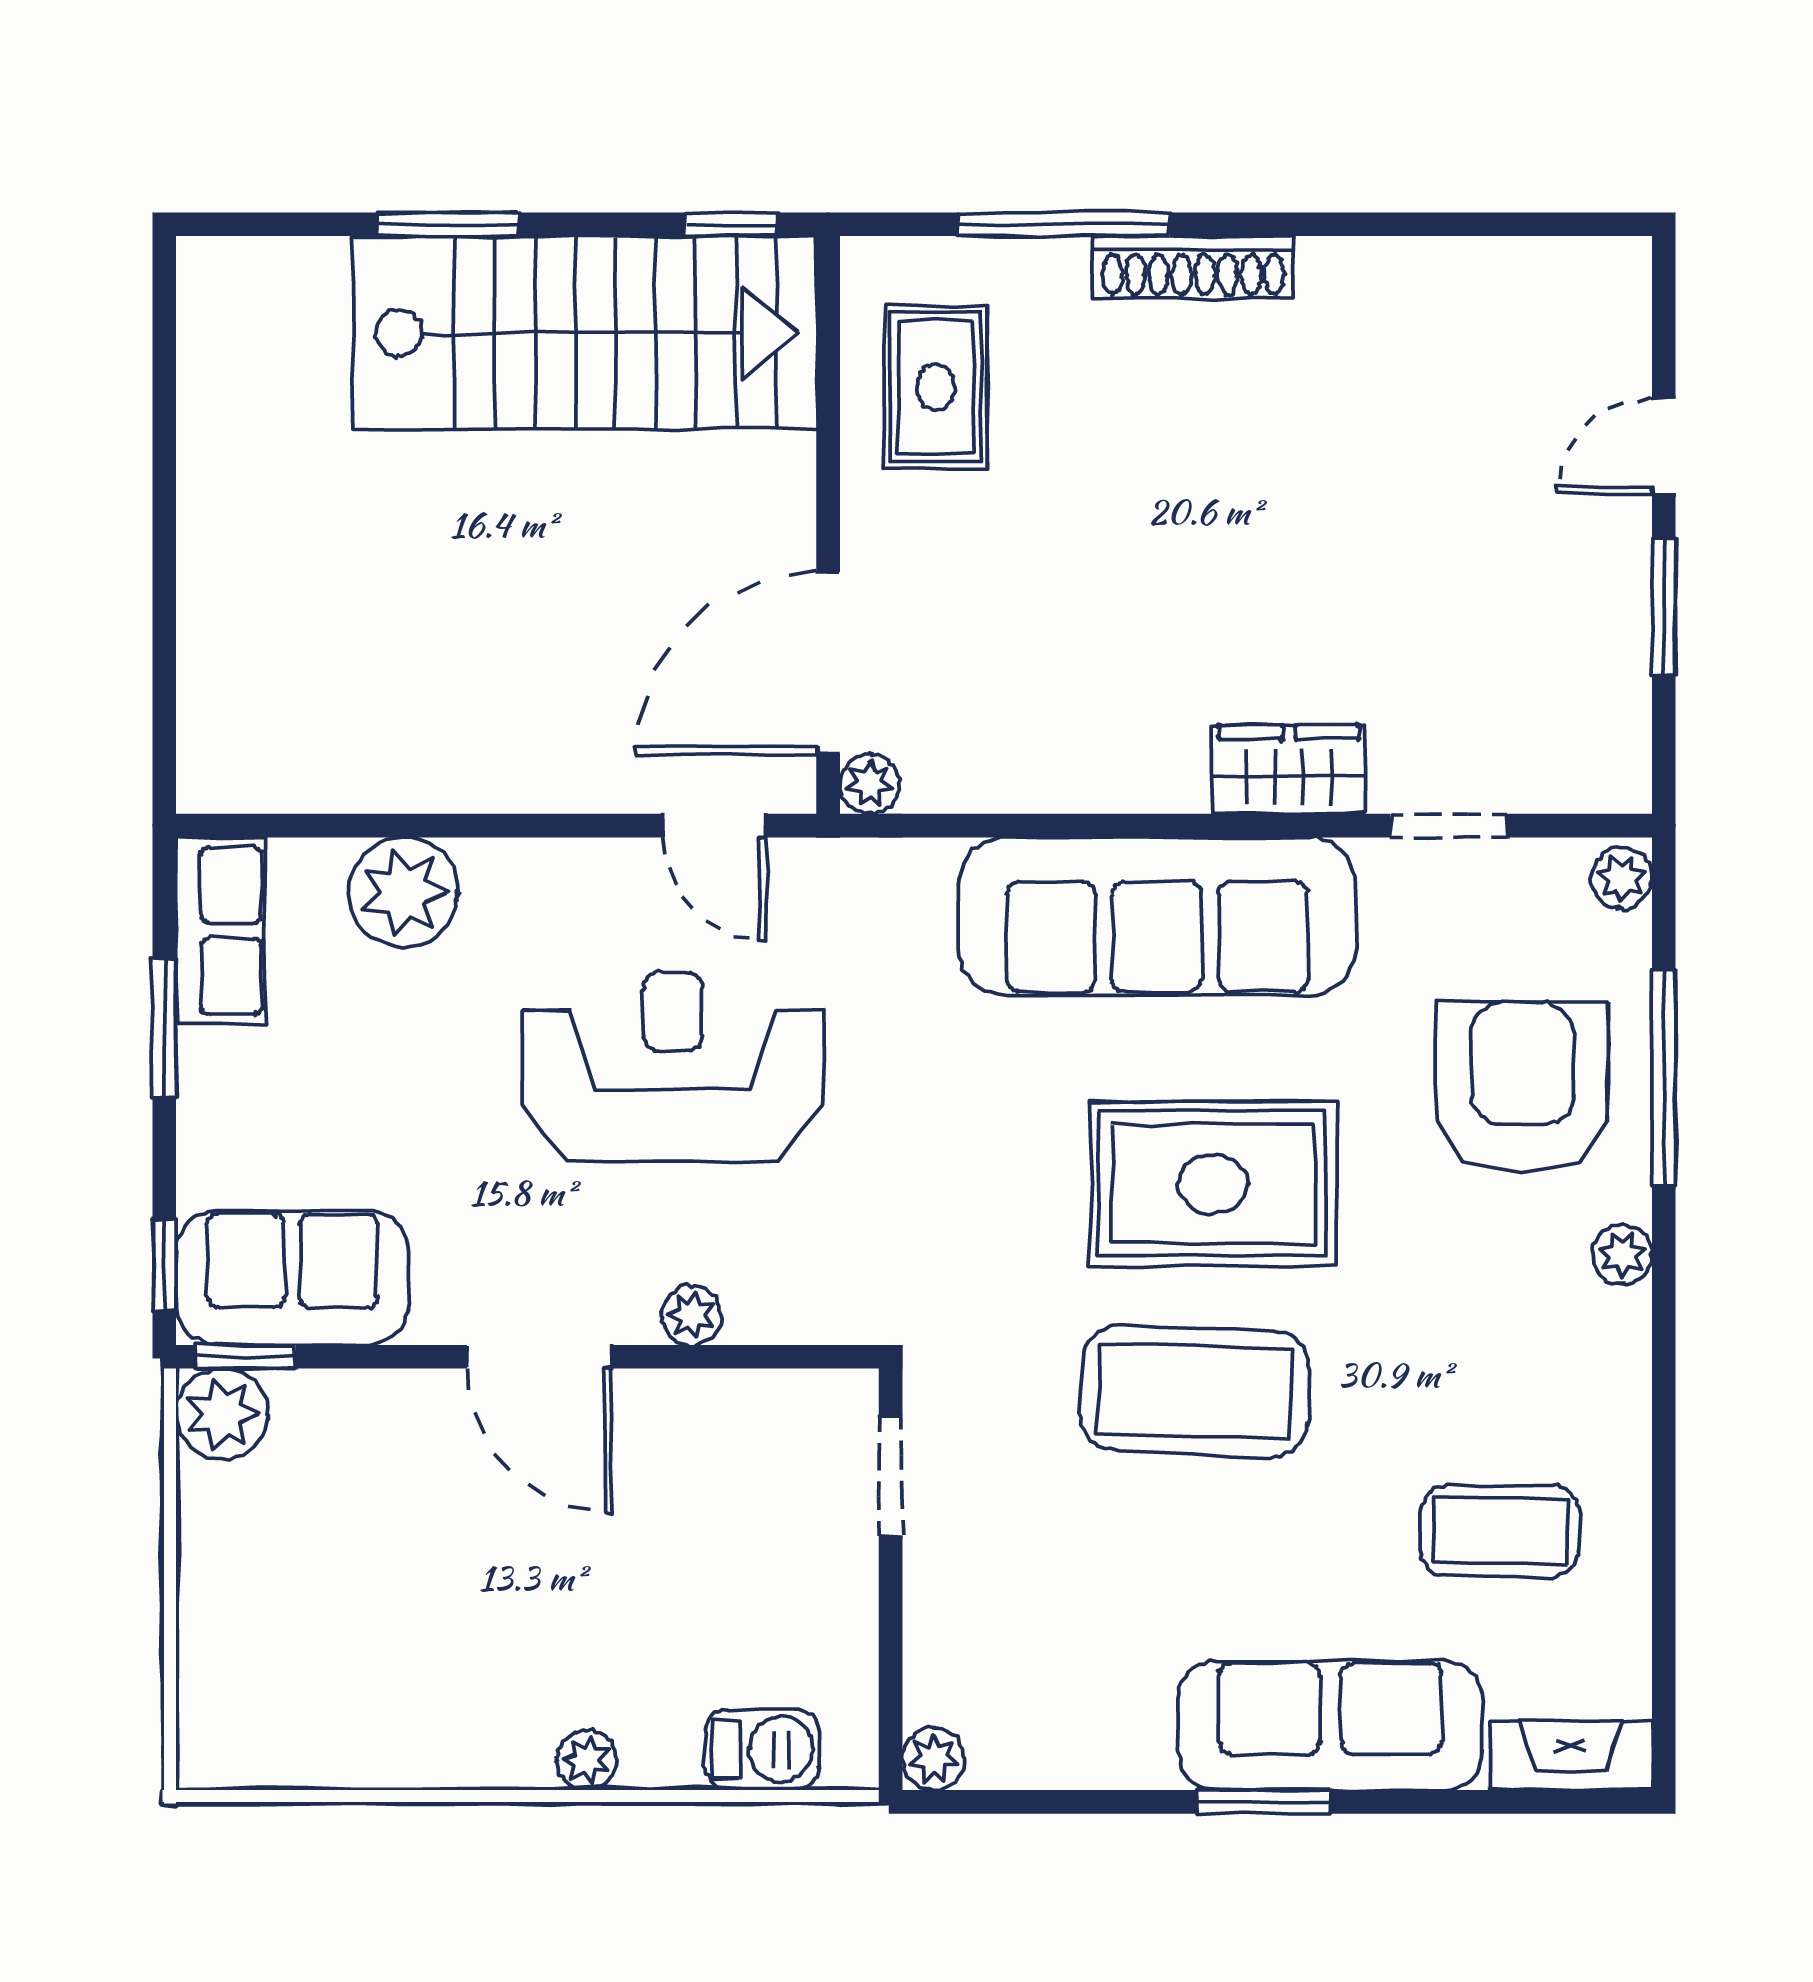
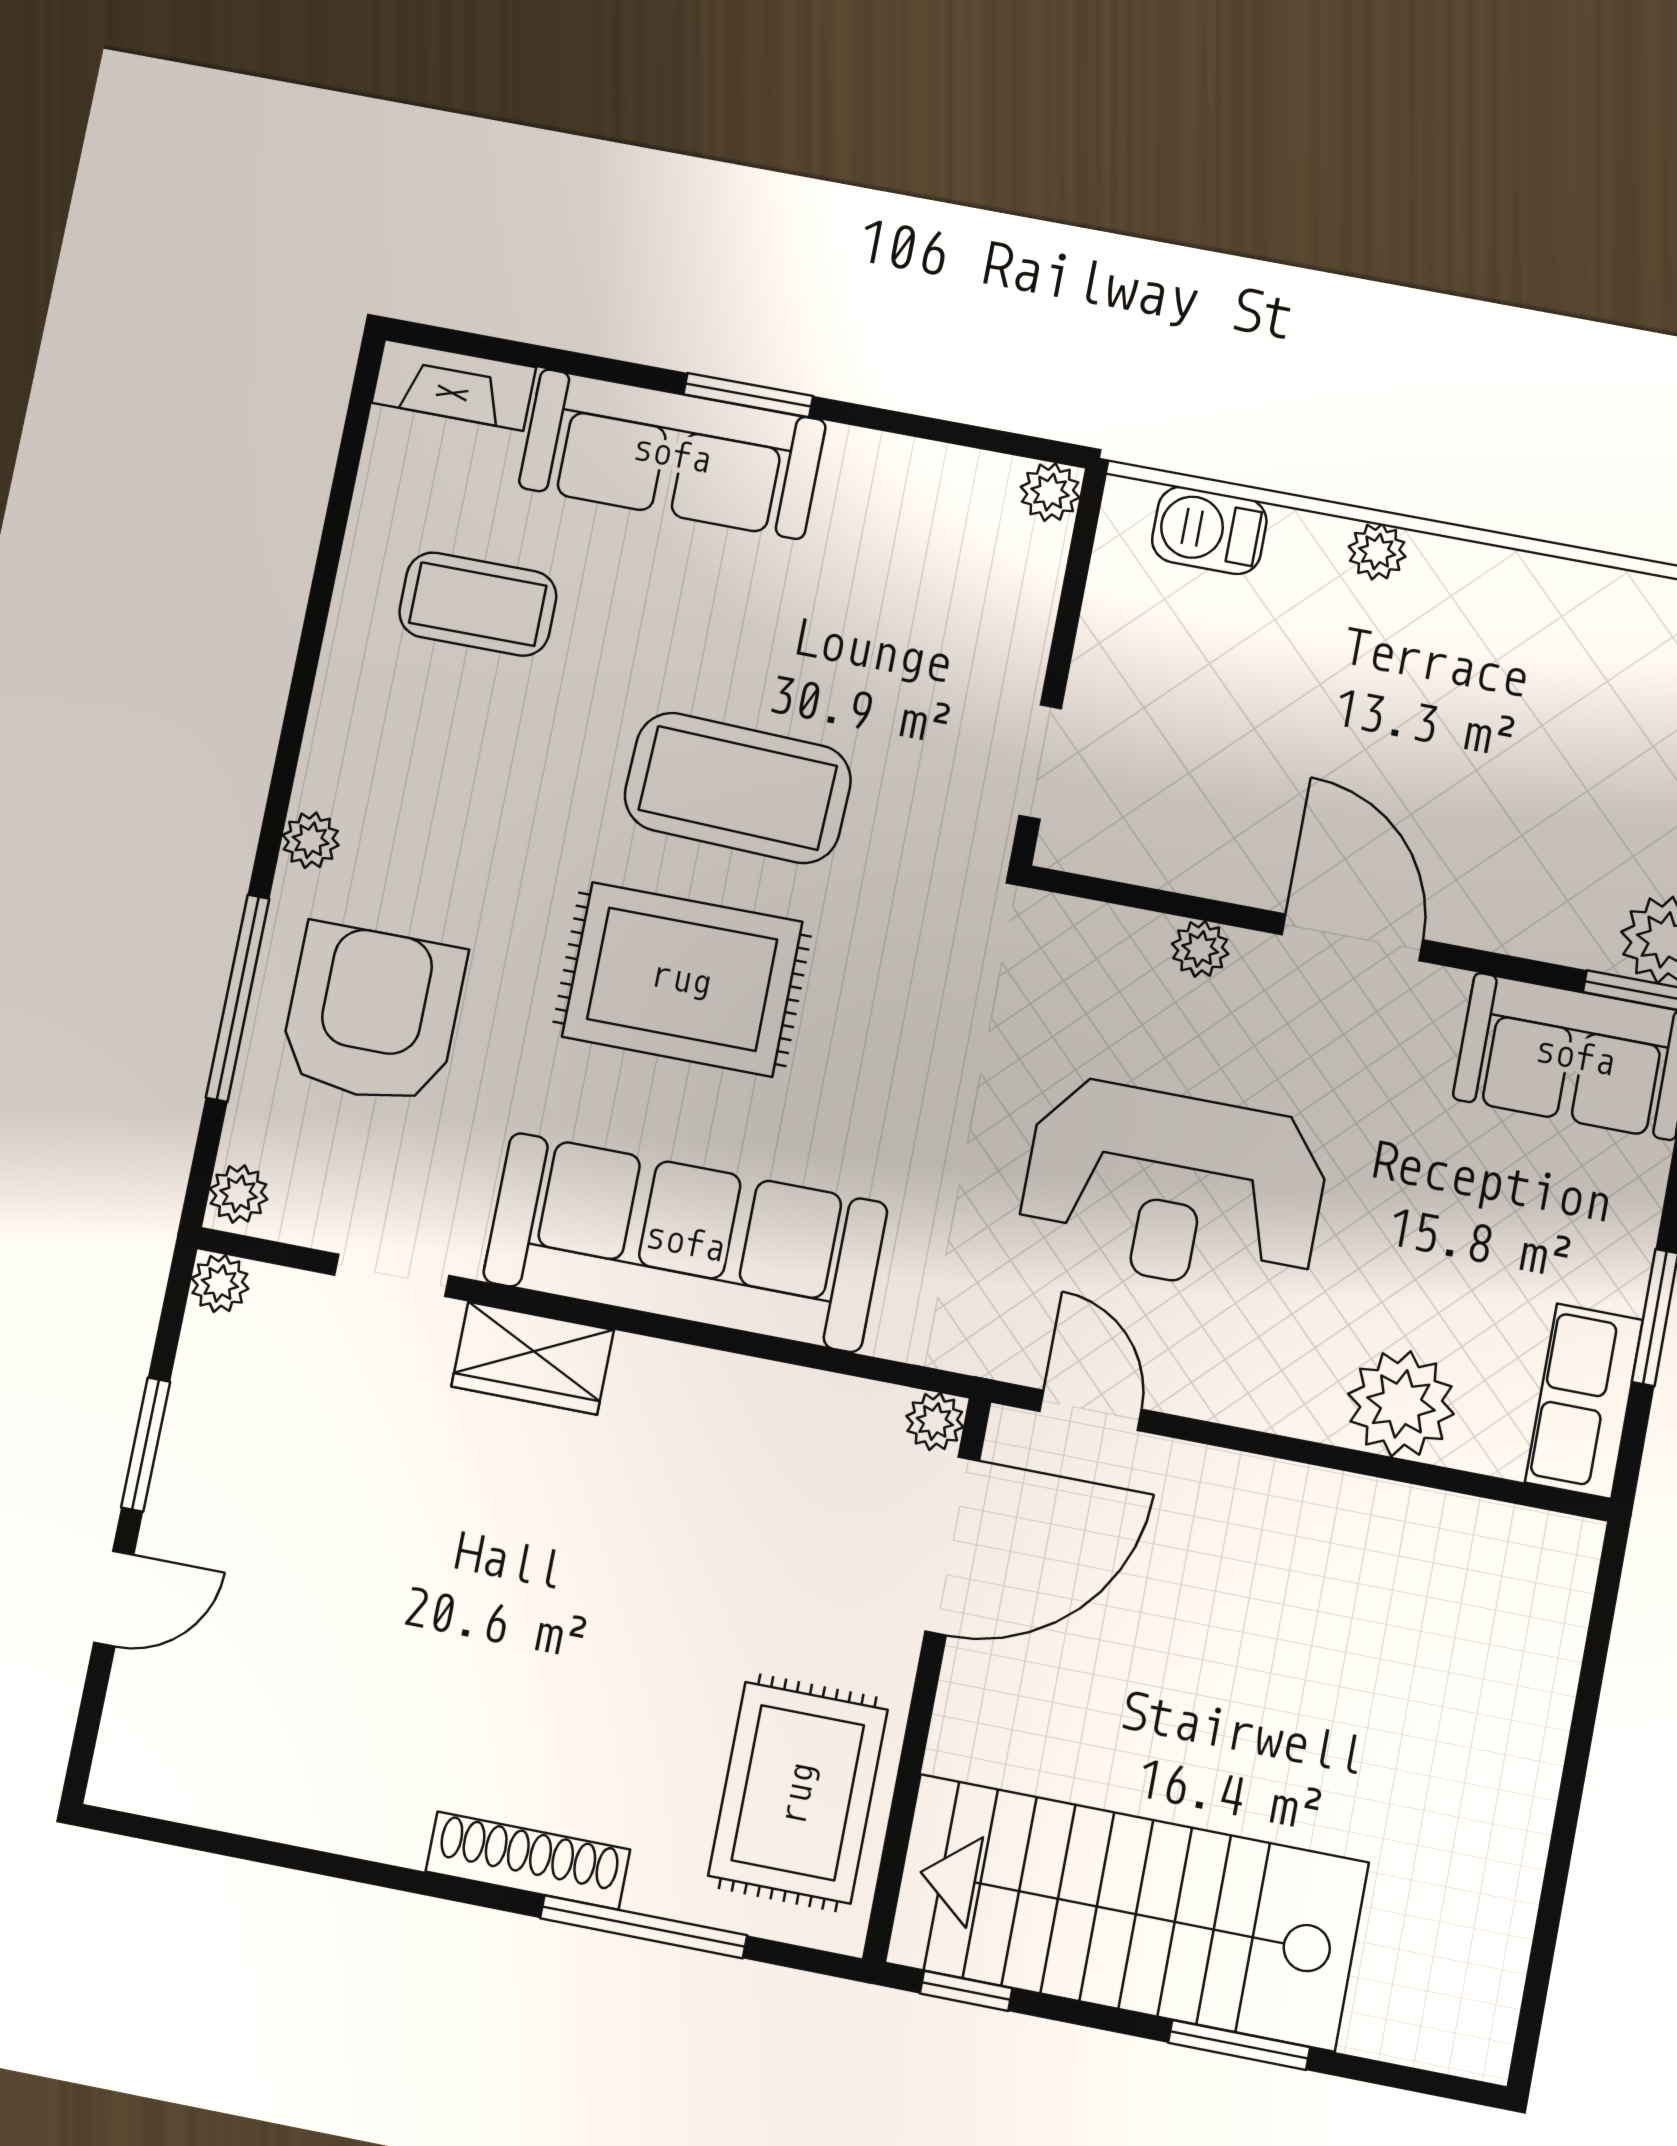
rug: (936, 387) -> (798, 1793), width x1.36, depth x1.43
plant: (1622, 784) -> (220, 1283), added
armchair: (1522, 1088) -> (372, 1014), turned 180

